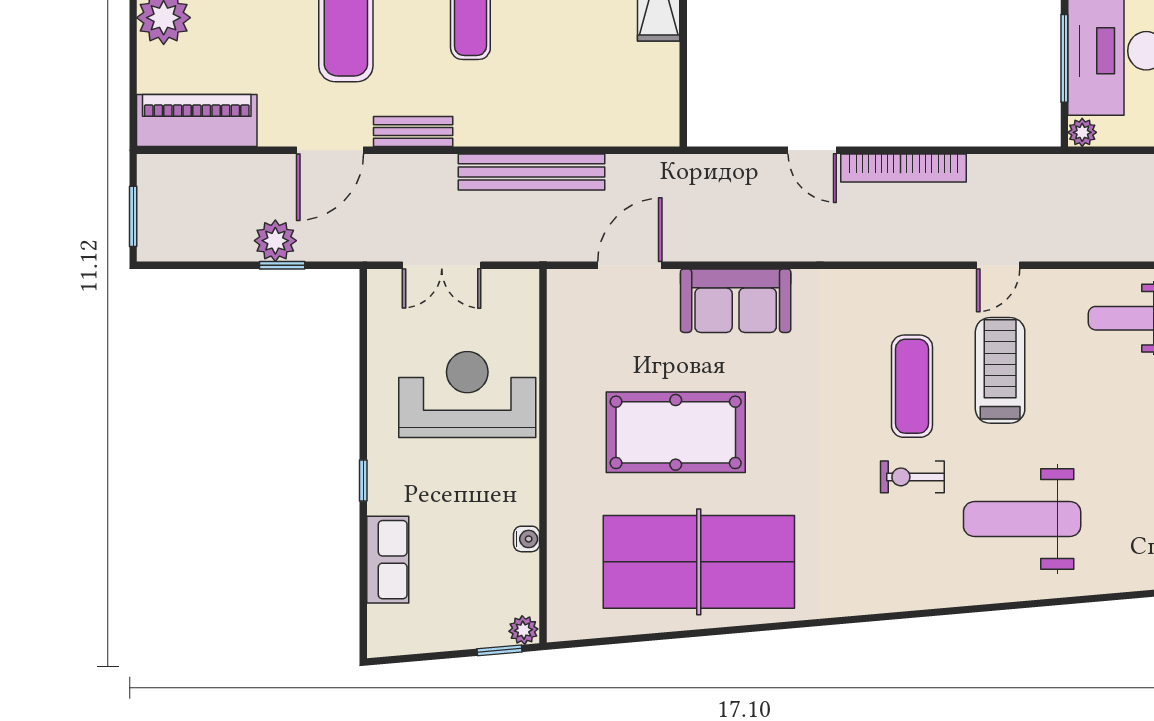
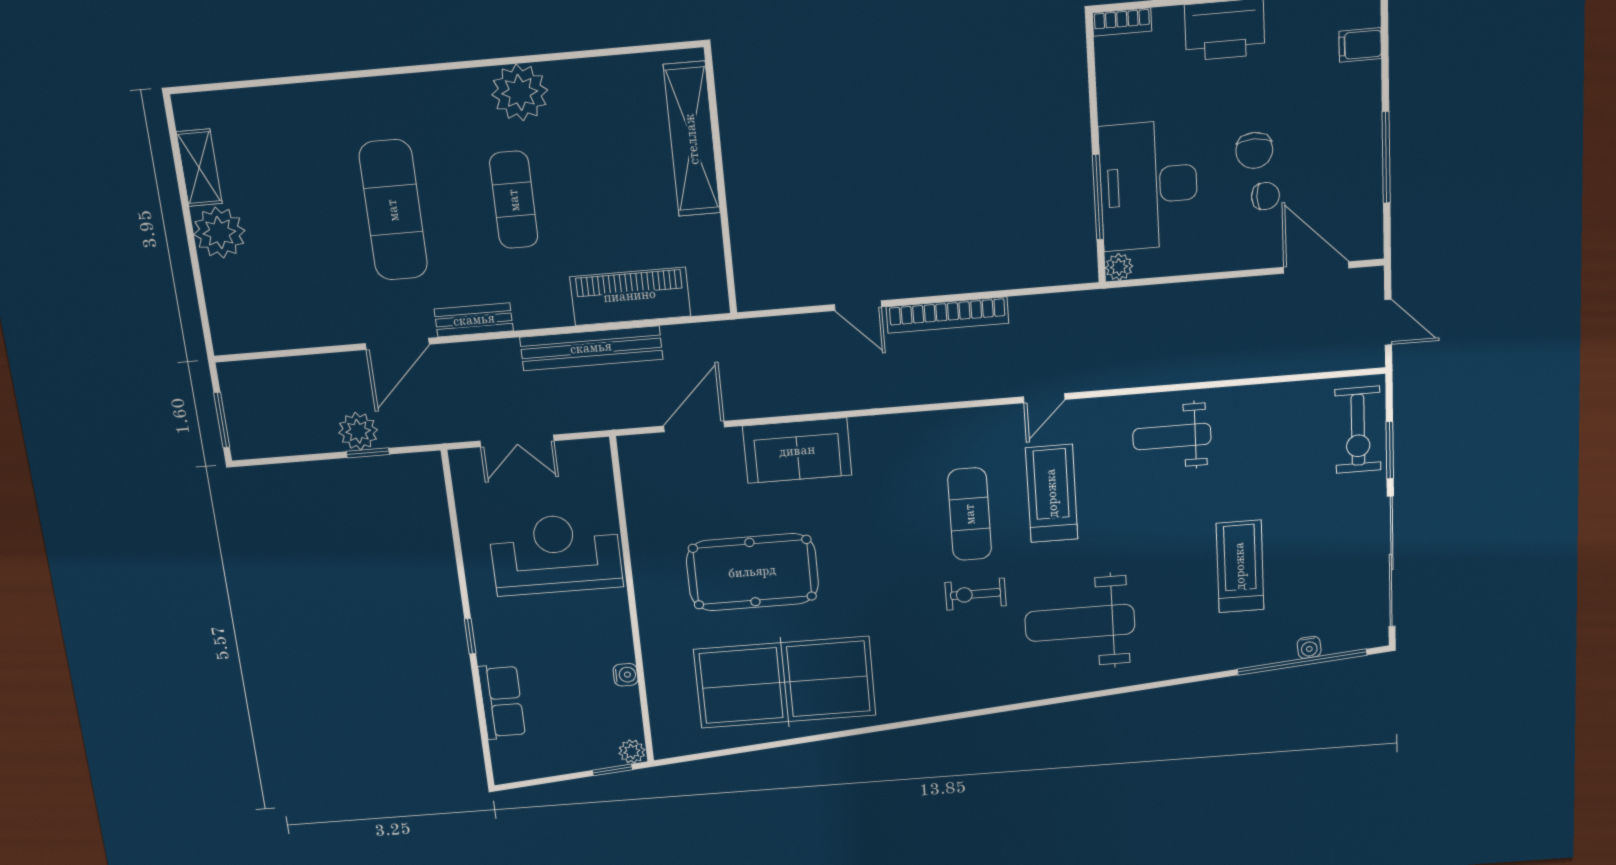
piano: (197, 120) -> (630, 296), moved

